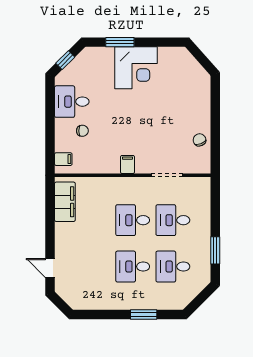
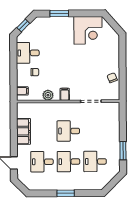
corner desk: (136, 68) -> (88, 30), moved
plant: (102, 166) -> (48, 95), added
filing cabinet: (65, 202) -> (24, 131), moved
desk: (173, 220) -> (42, 162), moved
window: (144, 314) -> (66, 193), moved

